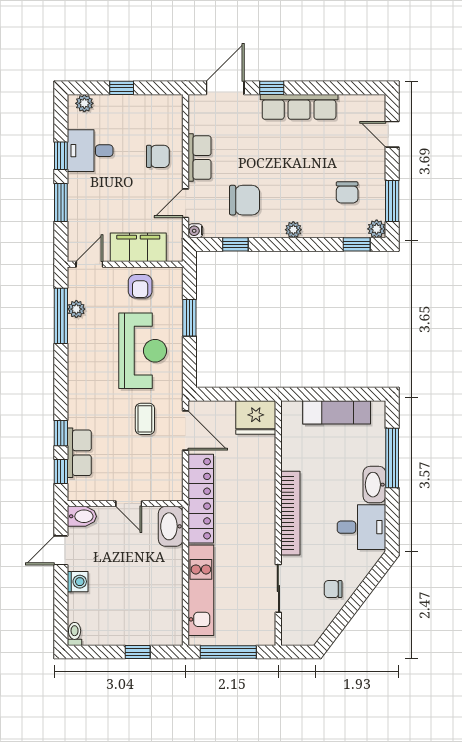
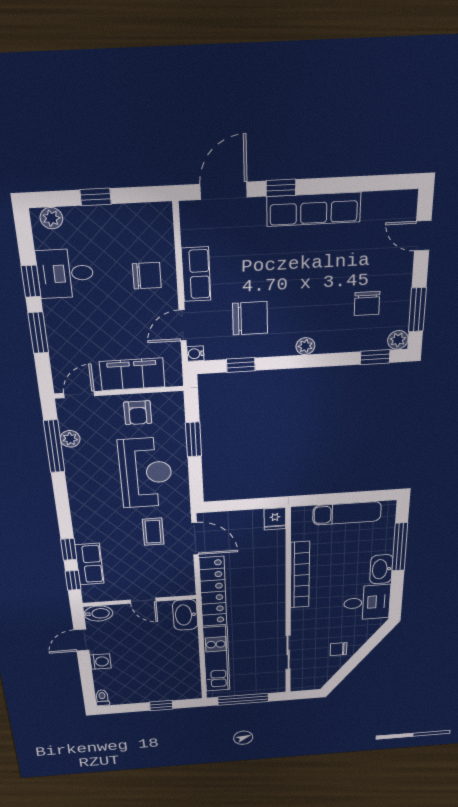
fridge: (256, 417) -> (275, 519), width x0.53, depth x0.75
bookcase: (290, 513) -> (300, 575), moved

